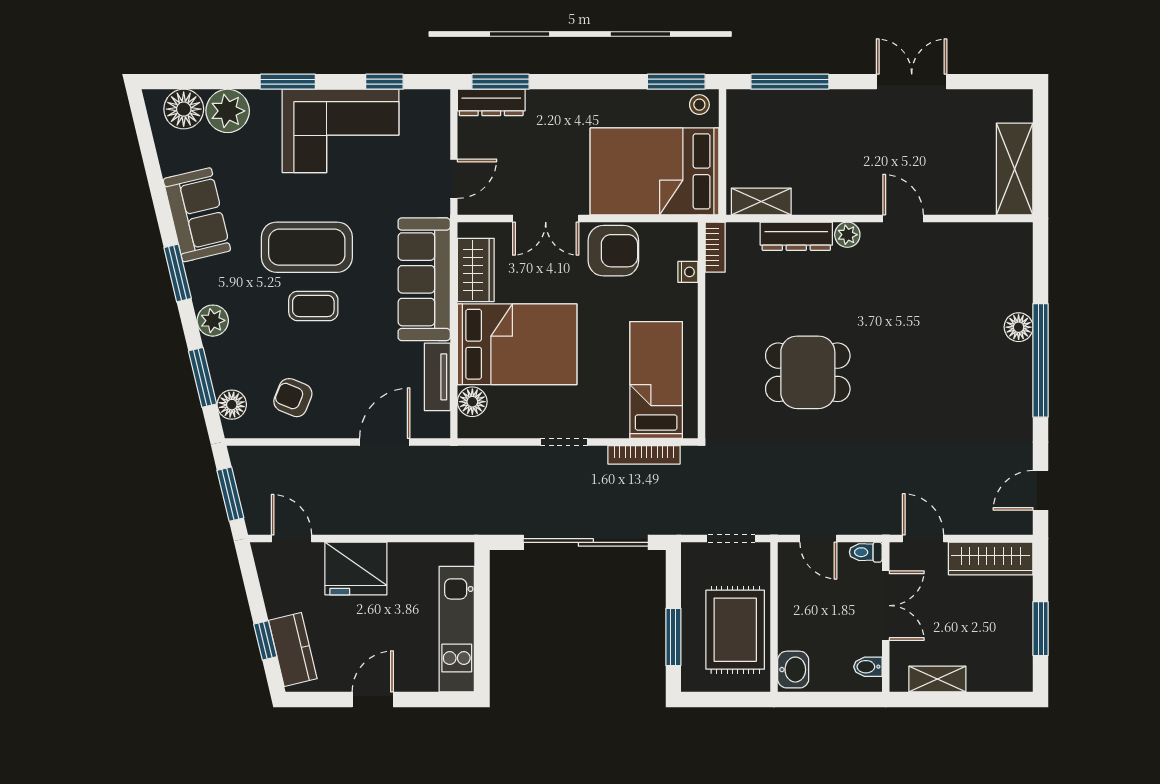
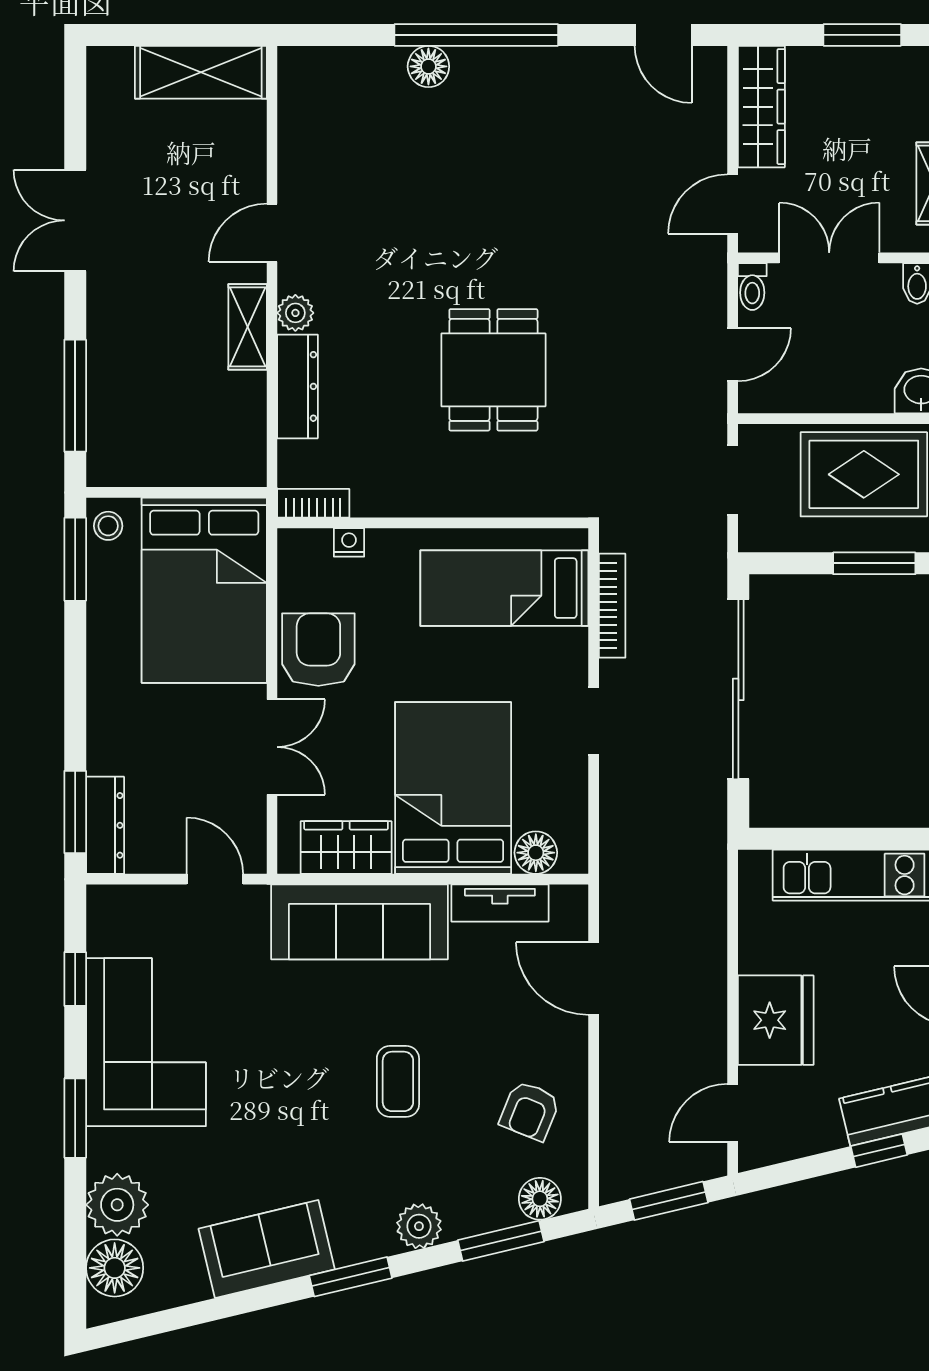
shelving: (761, 201) -> (248, 327), moved
coffee table: (307, 247) -> (313, 1091), removed

